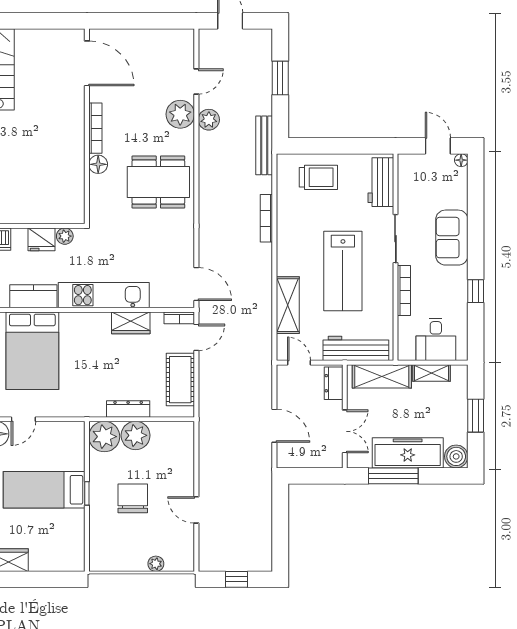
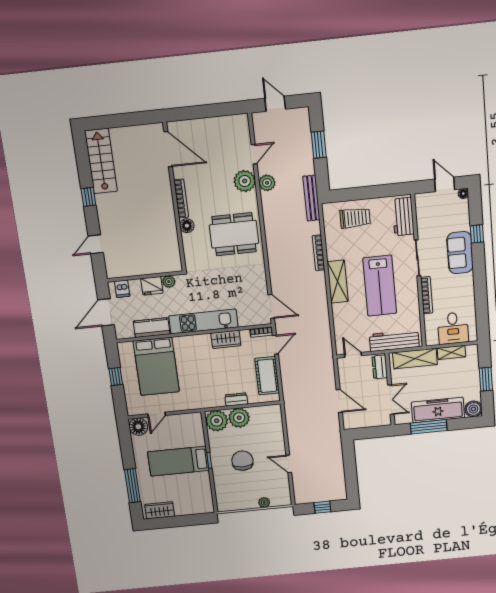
window: (476, 291) -> (477, 234), moved
shelving: (288, 305) -> (338, 282), moved
dresser: (128, 409) -> (236, 399), width x0.70

